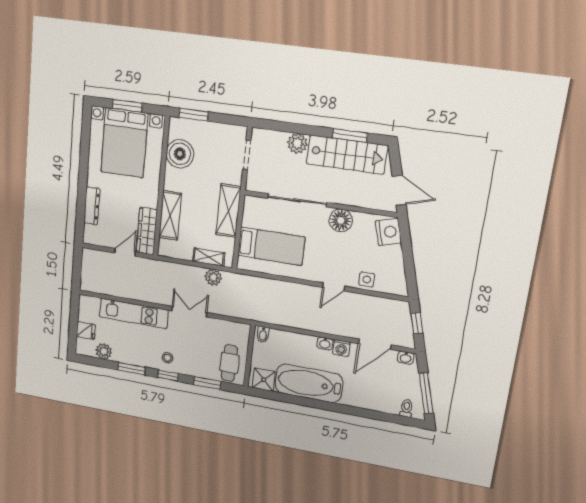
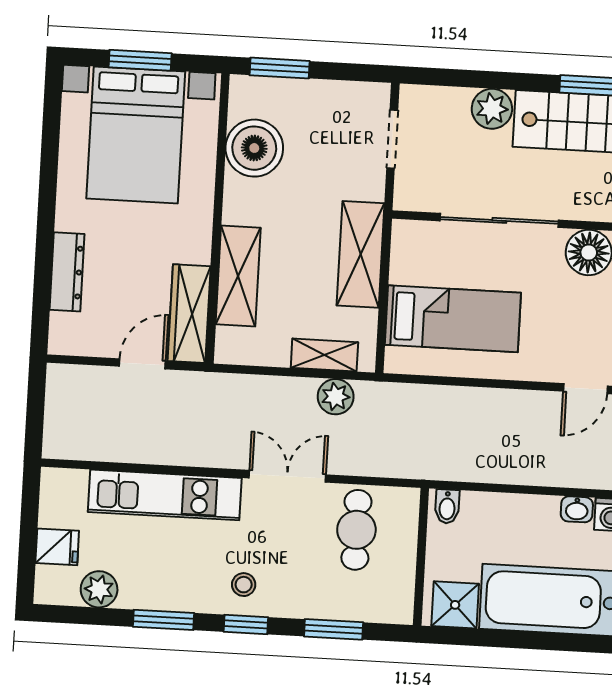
cafe table: (229, 363) -> (356, 530), moved

